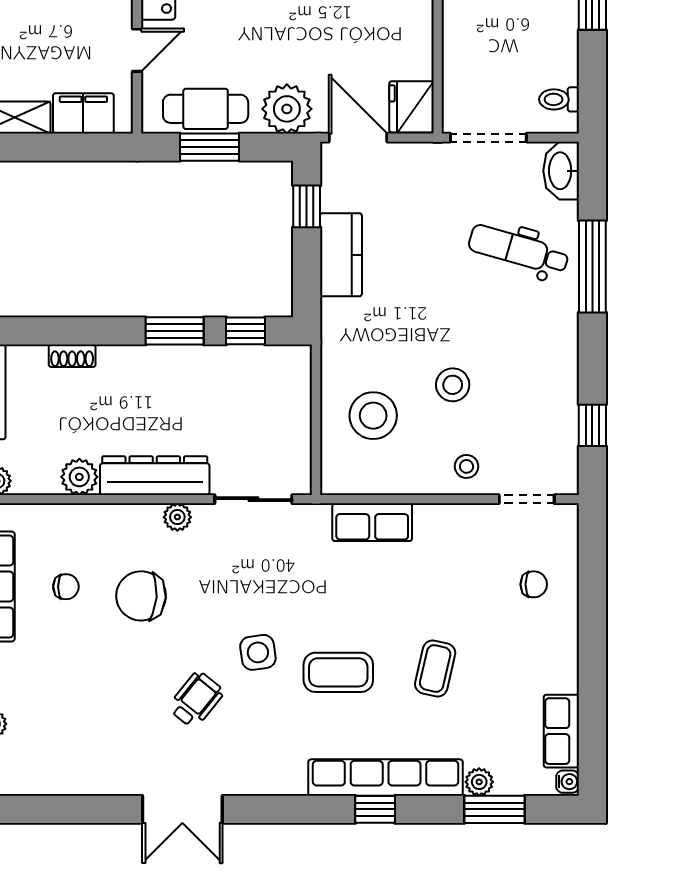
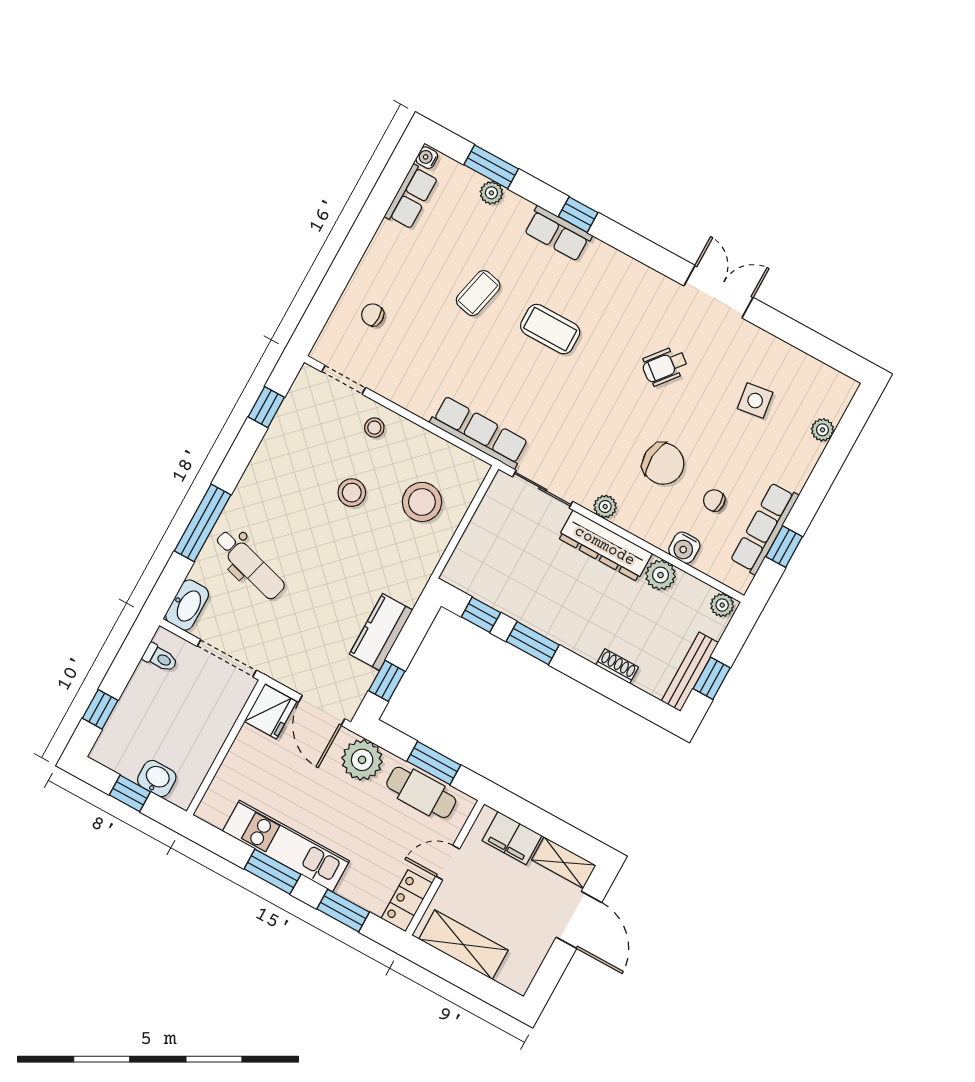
water cooler: (70, 520) -> (684, 548), added
row of seats: (372, 522) -> (479, 432), width x1.48
side table: (258, 652) -> (755, 401), moved
row of seats: (386, 778) -> (558, 234), width x0.50

